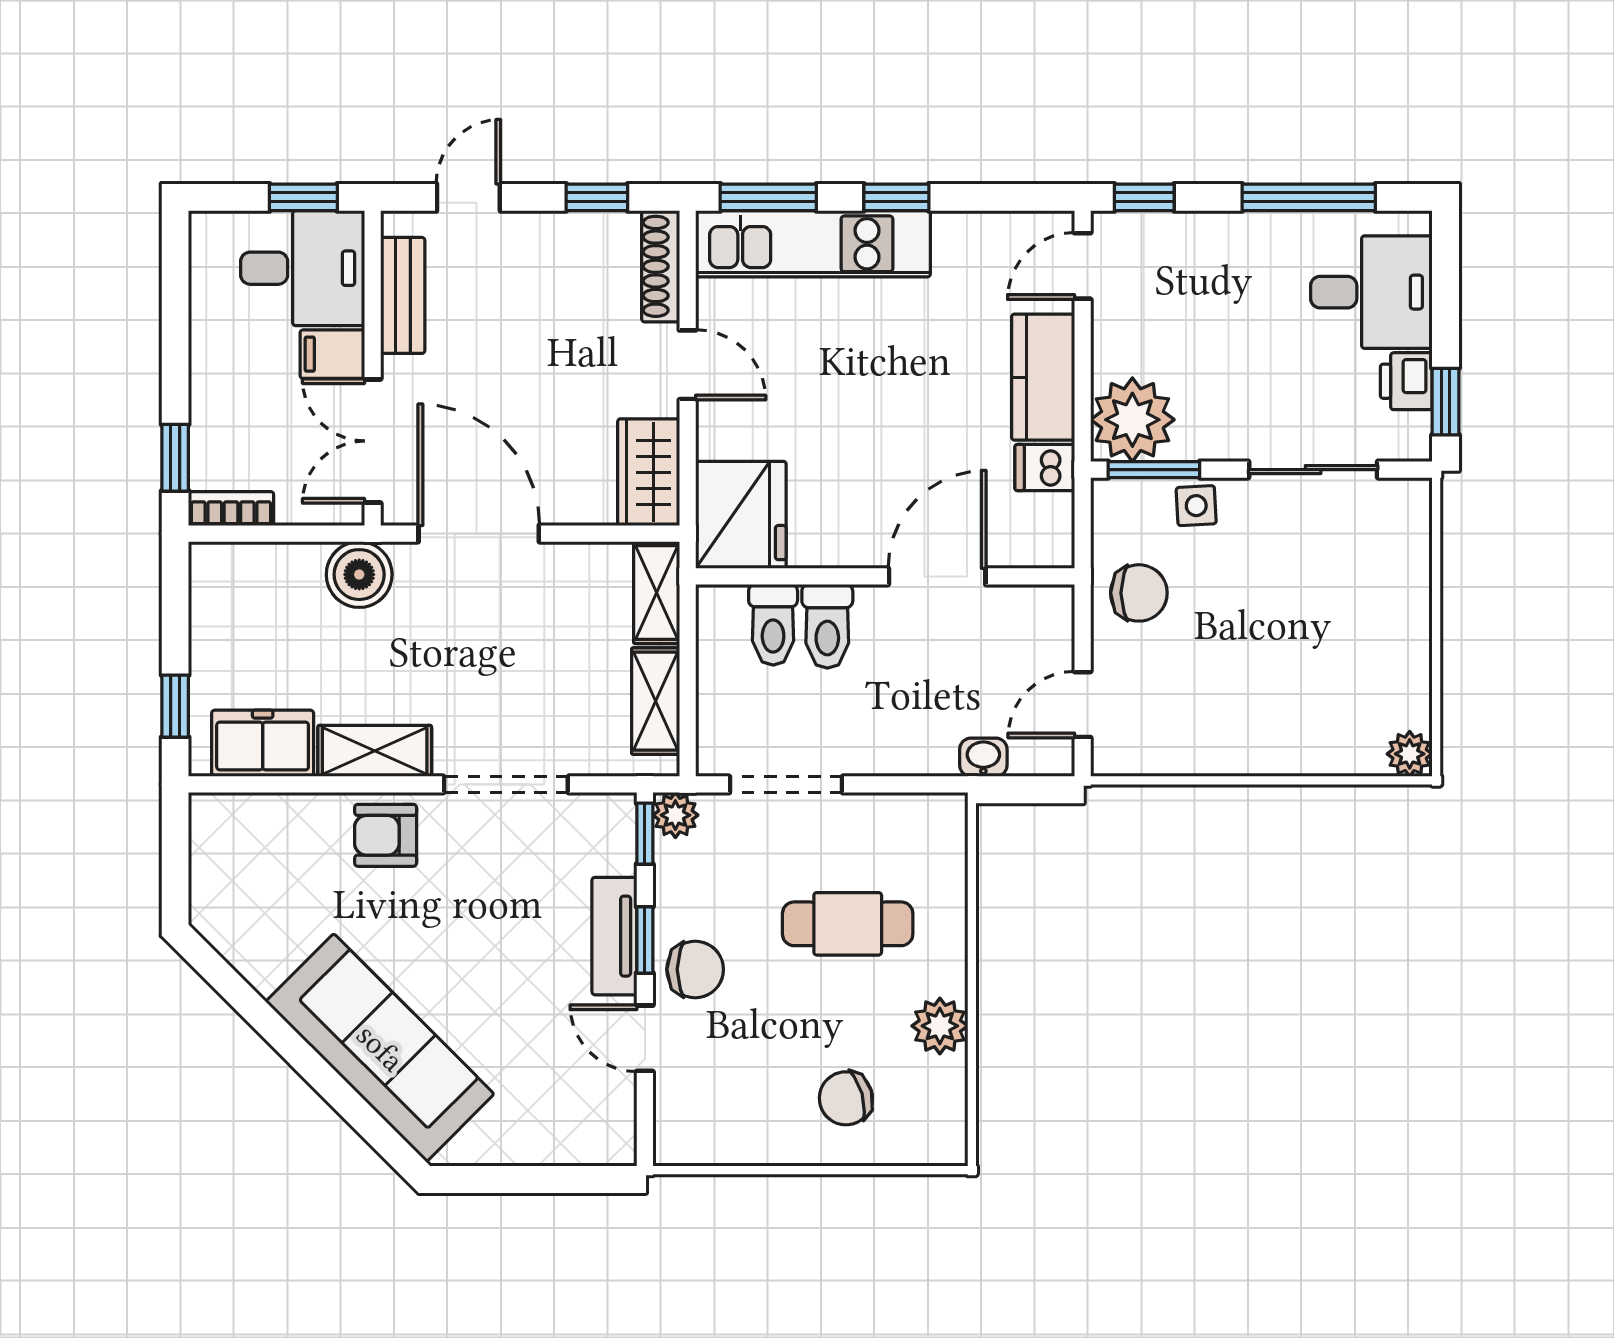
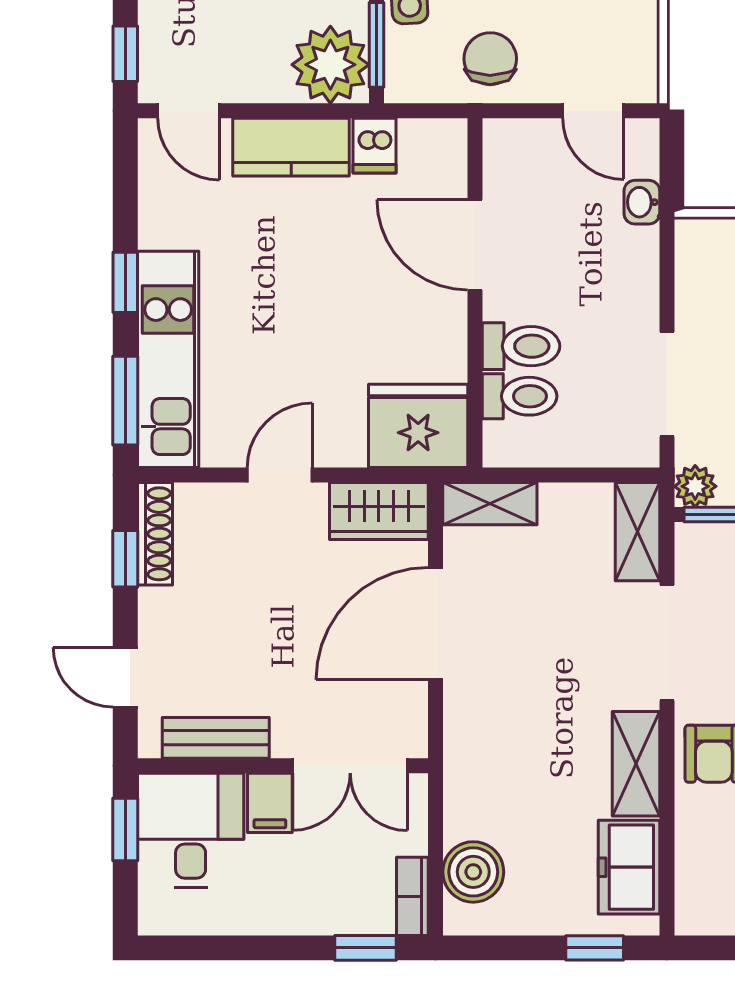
shoe rack: (661, 266) -> (155, 534), moved, turned -90
door: (479, 534) -> (435, 624), moved
boiler: (359, 575) -> (473, 872), moved
shelving: (656, 701) -> (637, 532), moved, turned 90

